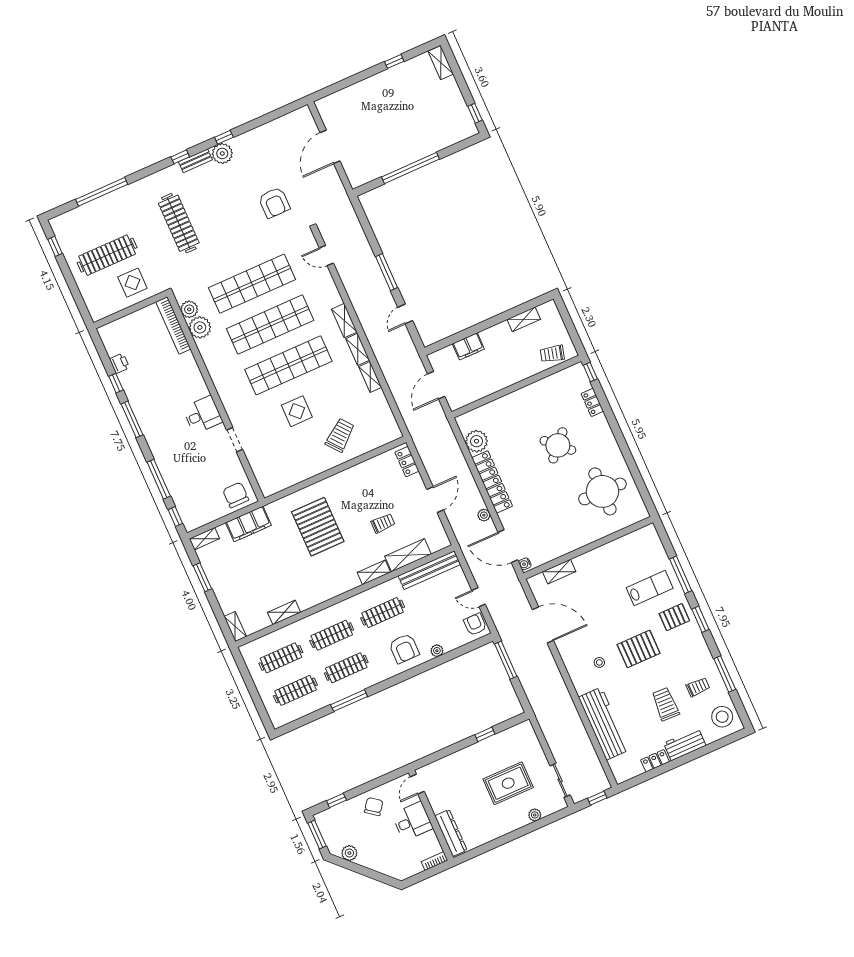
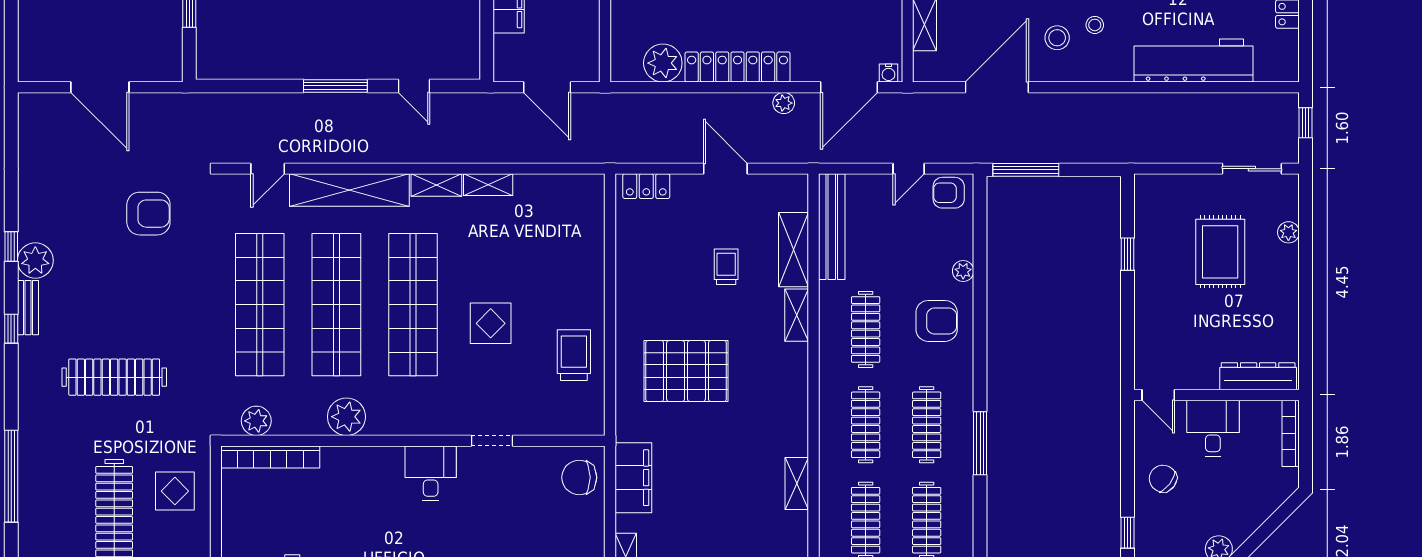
shelving: (344, 321) -> (349, 190), width x2.20, depth x1.33
plant: (200, 327) -> (346, 417), moved
trolley: (340, 435) -> (574, 355), moved, turned 39
stool: (584, 645) -> (1057, 38), added
bookcase: (435, 861) -> (1291, 433), width x1.56

